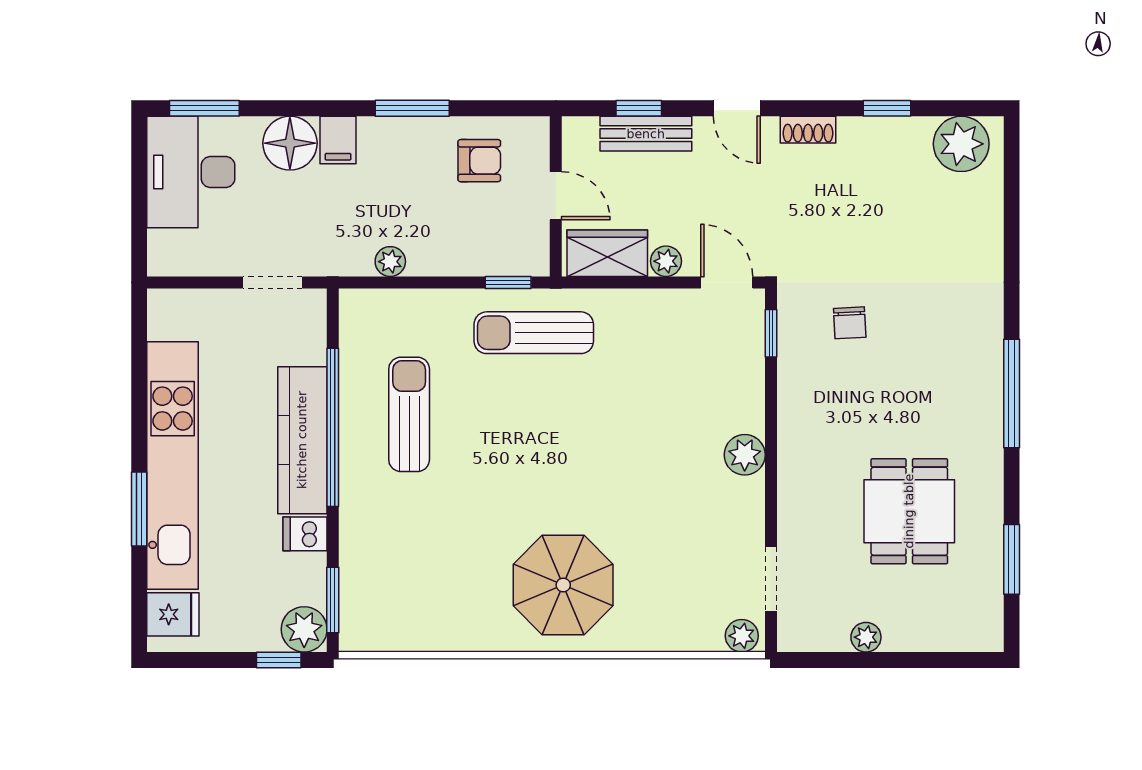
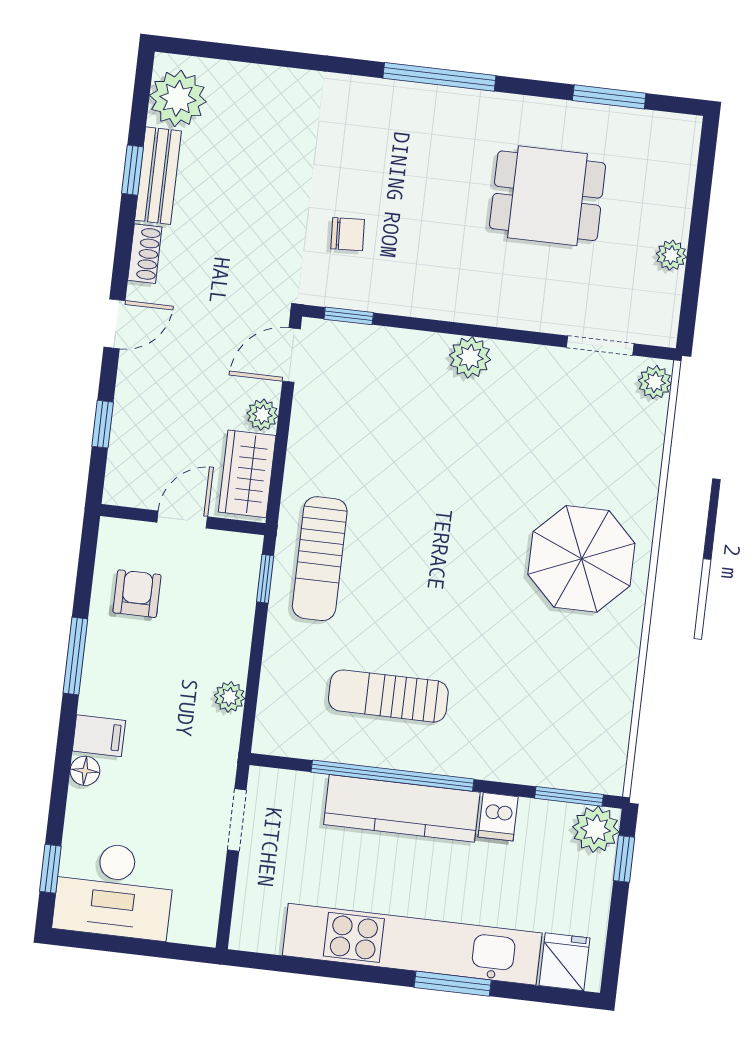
window: (204, 108) -> (50, 869), width x0.67
bench: (646, 134) -> (158, 176), moved
floor lamp: (290, 143) -> (85, 771), width x0.53, depth x0.53

